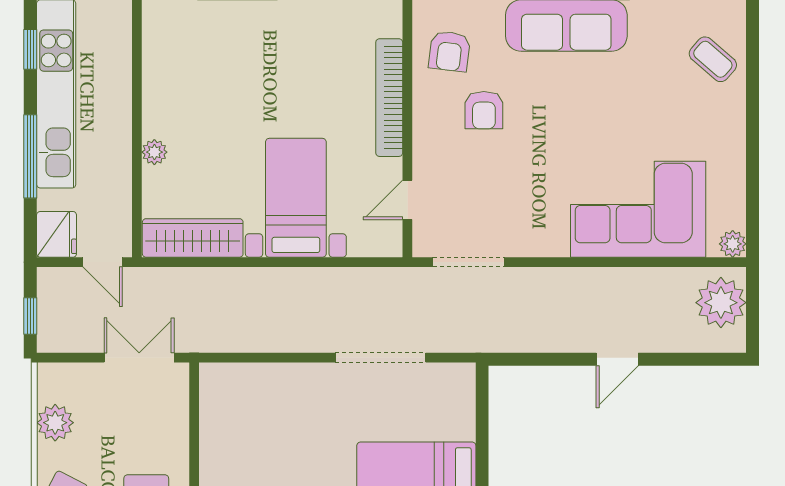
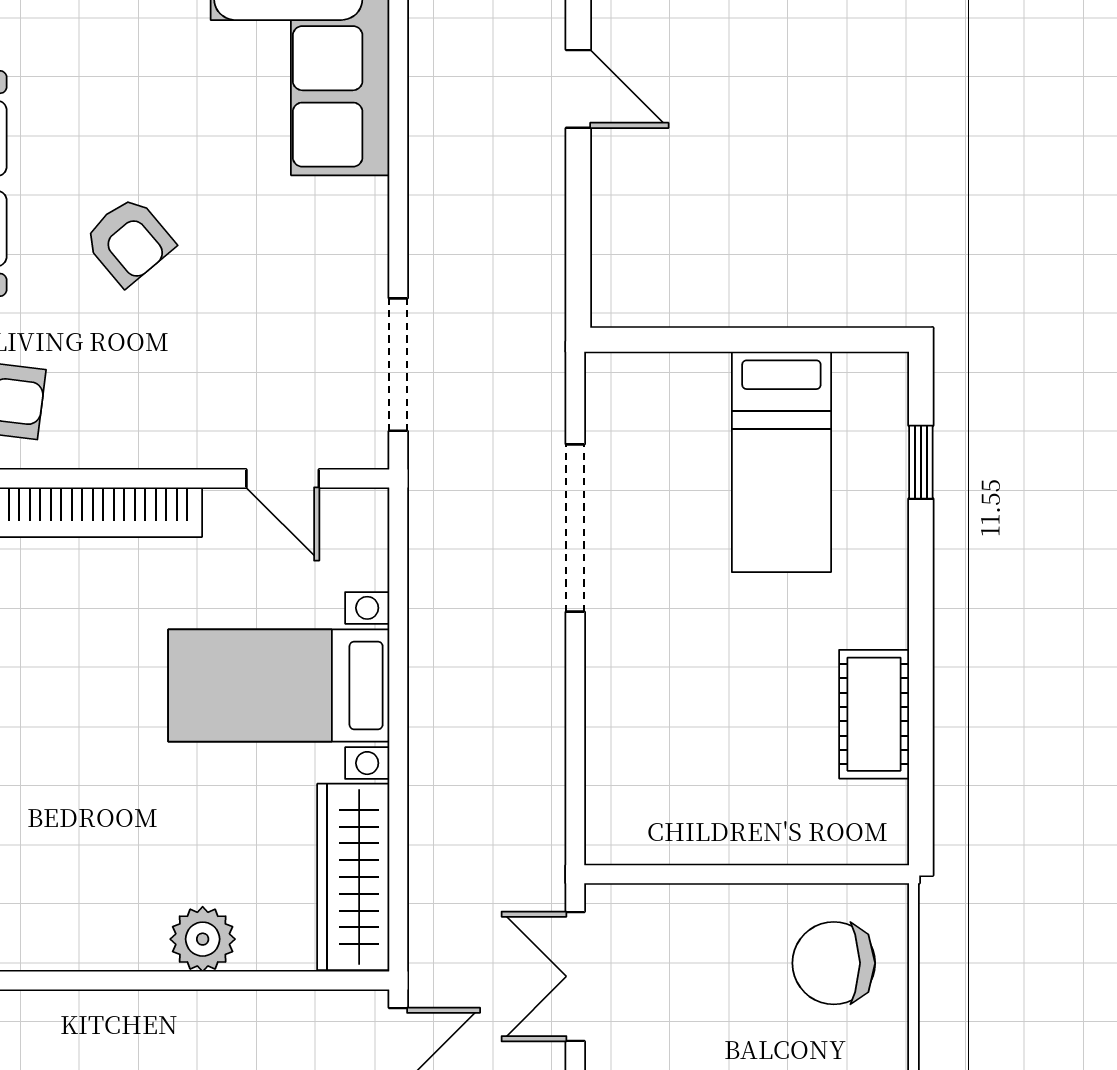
armchair: (484, 110) -> (129, 241), moved, turned 50
plant: (154, 152) -> (203, 939), width x1.38, depth x1.38

